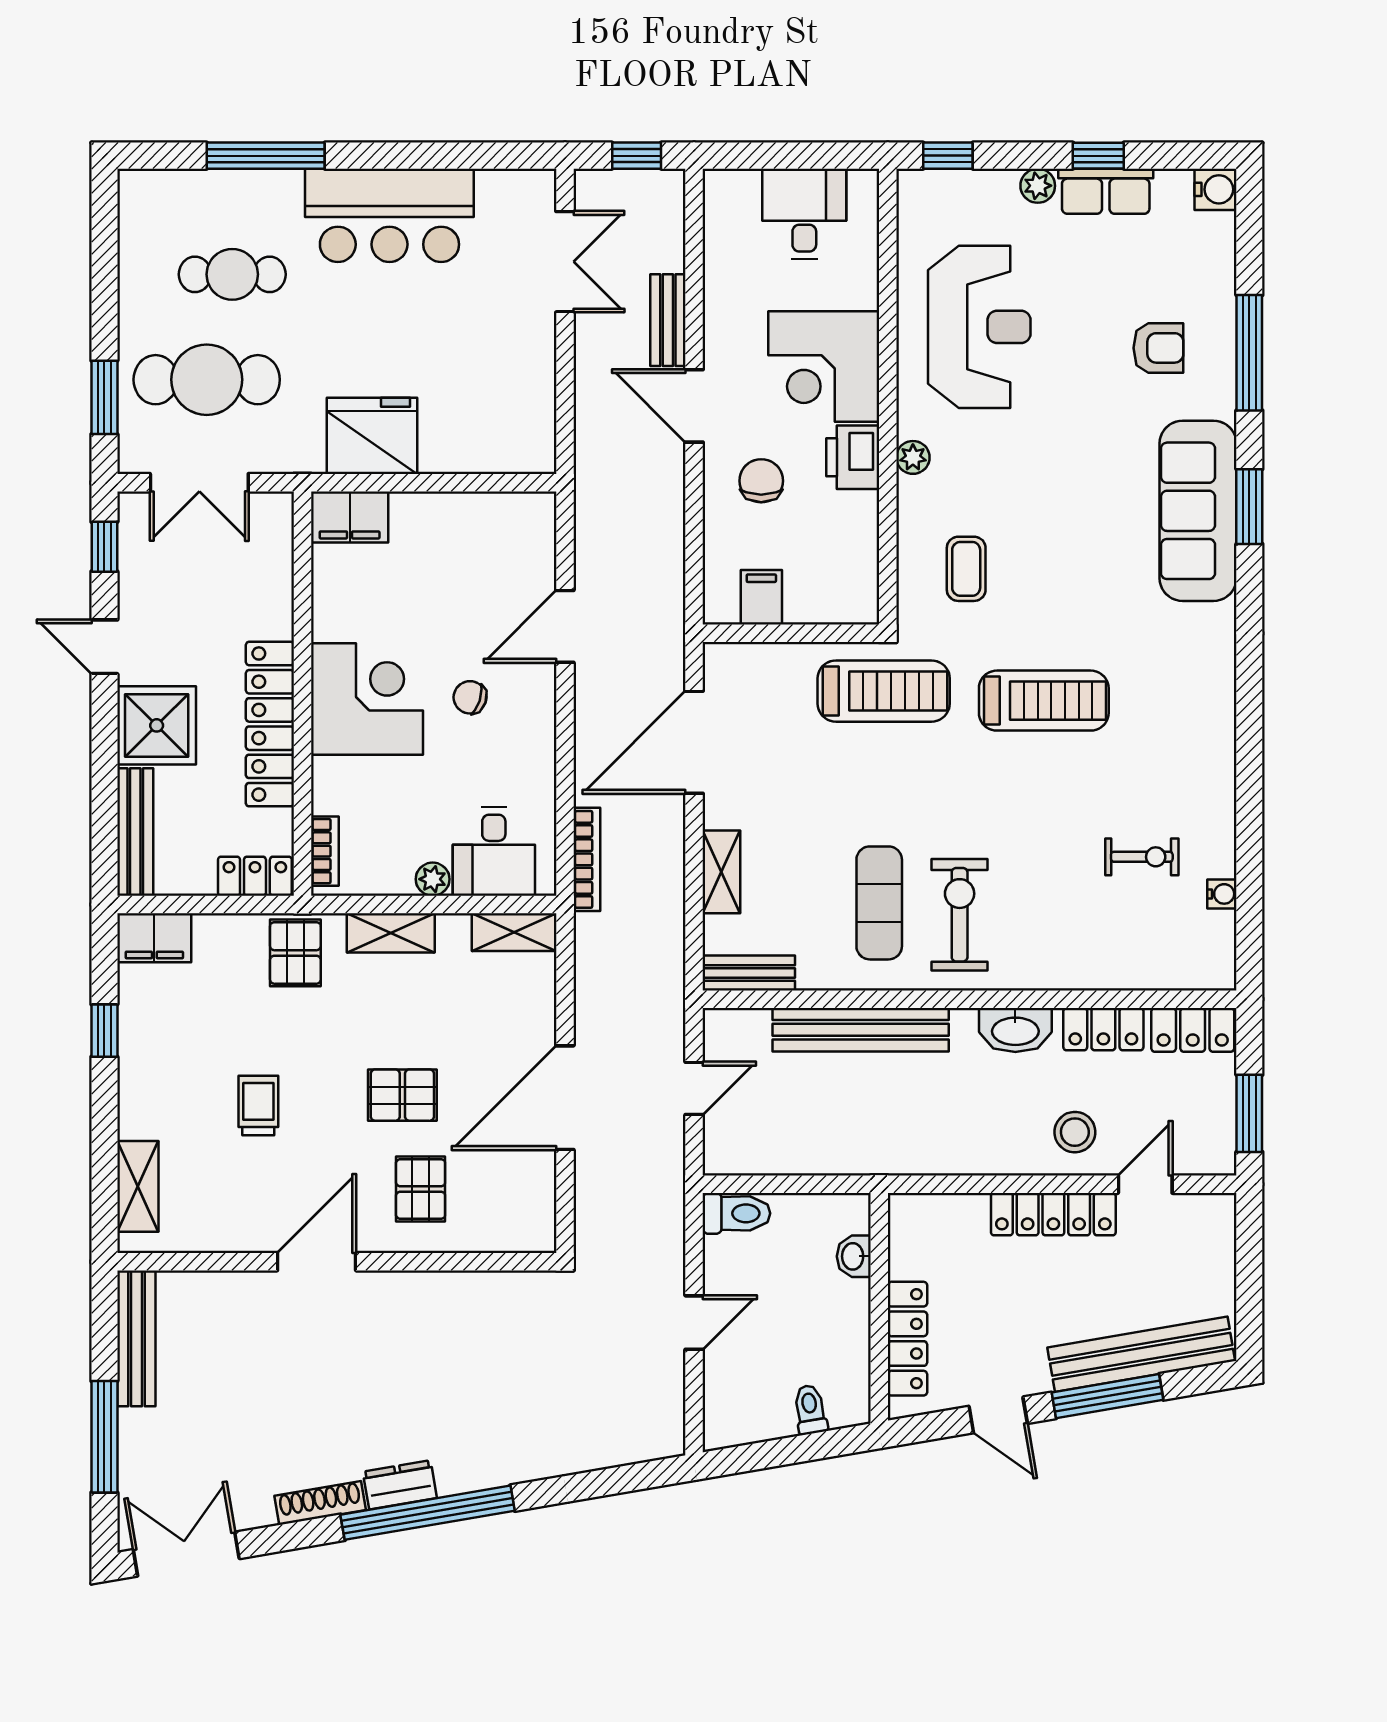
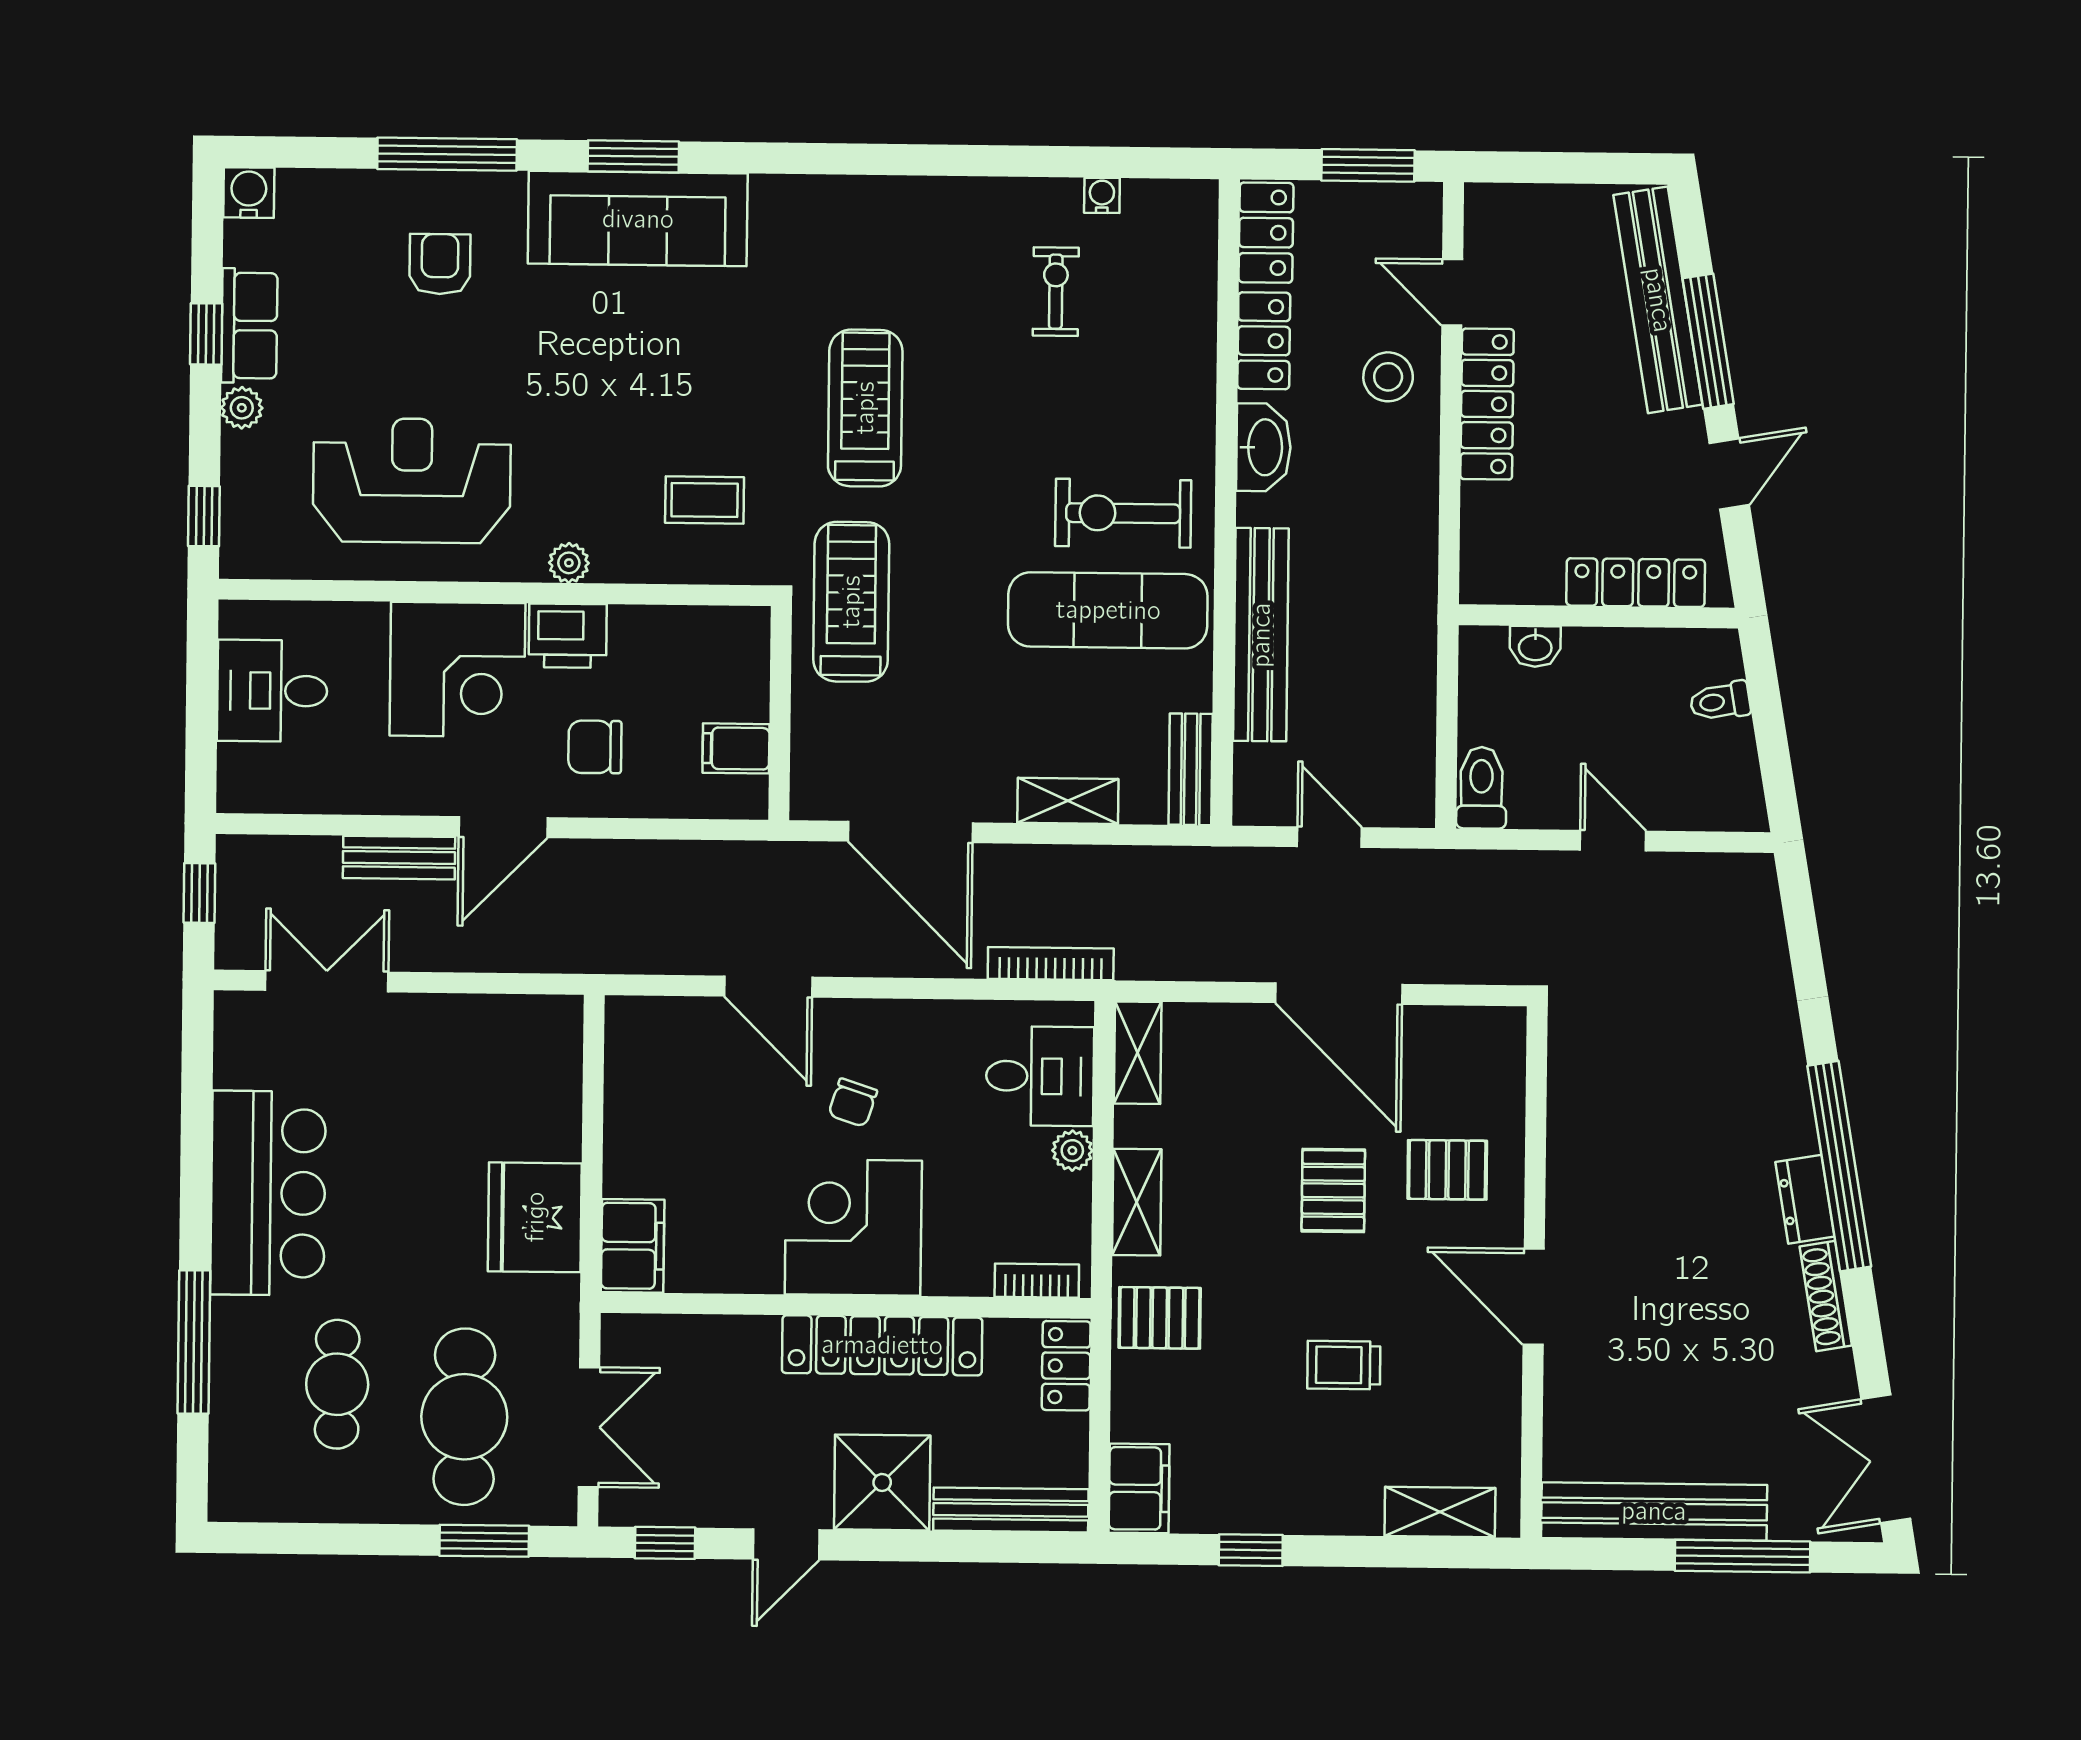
exercise mat: (879, 903) -> (1108, 610), width x1.36, depth x1.45
bench: (136, 1338) -> (1654, 1511), width x1.37, depth x1.21

